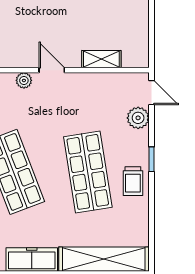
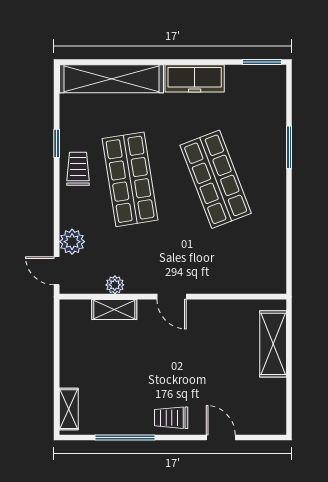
plant: (24, 80) -> (115, 285), moved
window: (151, 159) -> (57, 143), moved

